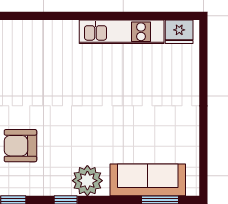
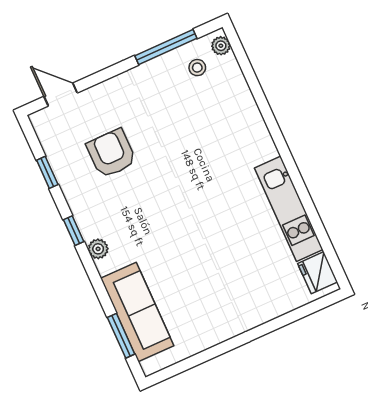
plant: (87, 181) -> (98, 249), width x0.53, depth x0.53

